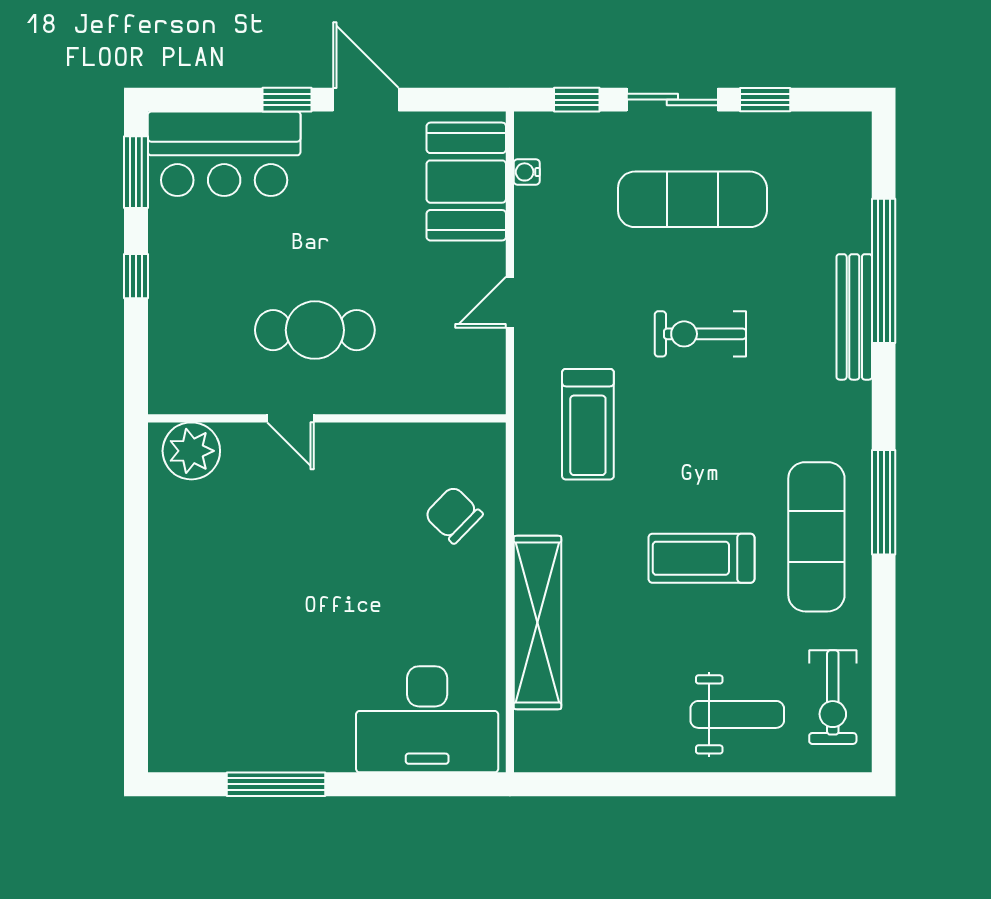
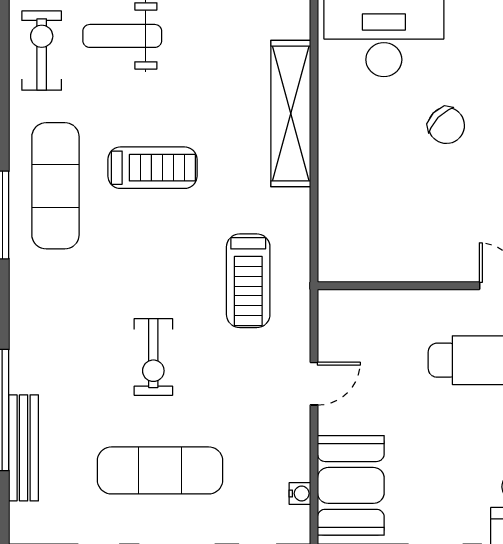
bench: (854, 317) -> (24, 448), moved
exercise bike: (700, 334) -> (153, 357), turned 90
treadmill: (588, 424) -> (248, 281), turned 180
chair: (454, 515) -> (446, 125), moved

